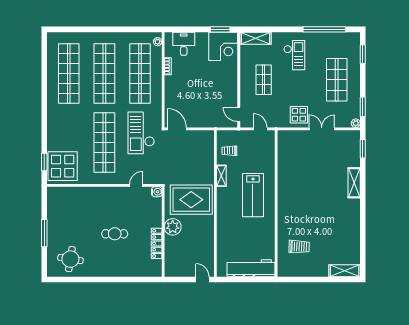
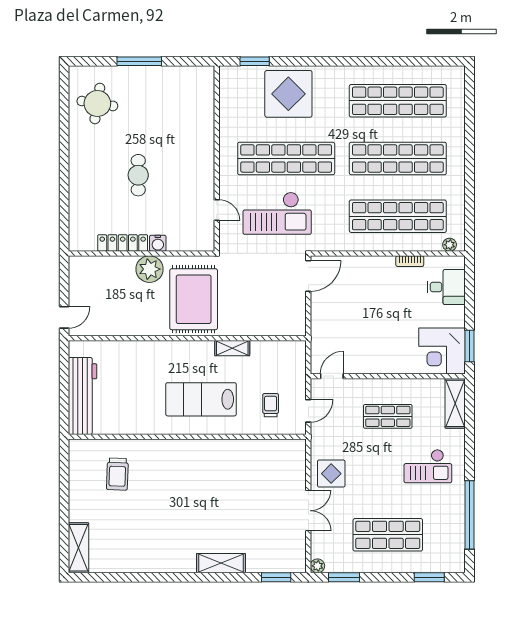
checkout: (141, 133) -> (277, 213), moved, turned 180
trolley: (229, 151) -> (271, 405), moved
display table: (63, 166) -> (288, 94), moved
water cooler: (157, 192) -> (158, 243), moved

